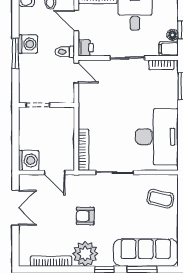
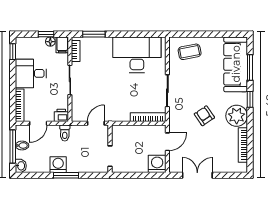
door: (76, 73) -> (96, 123), moved
coffee table: (160, 199) -> (190, 52), turned 66
armchair: (85, 216) -> (204, 116), turned 146

